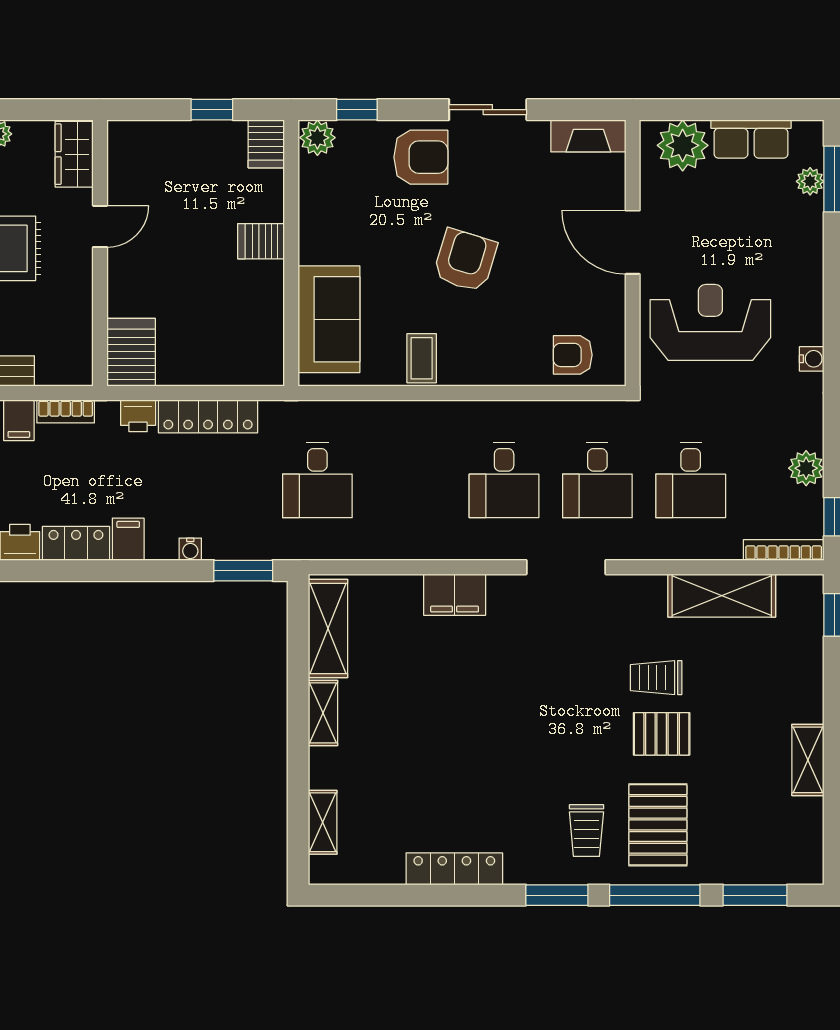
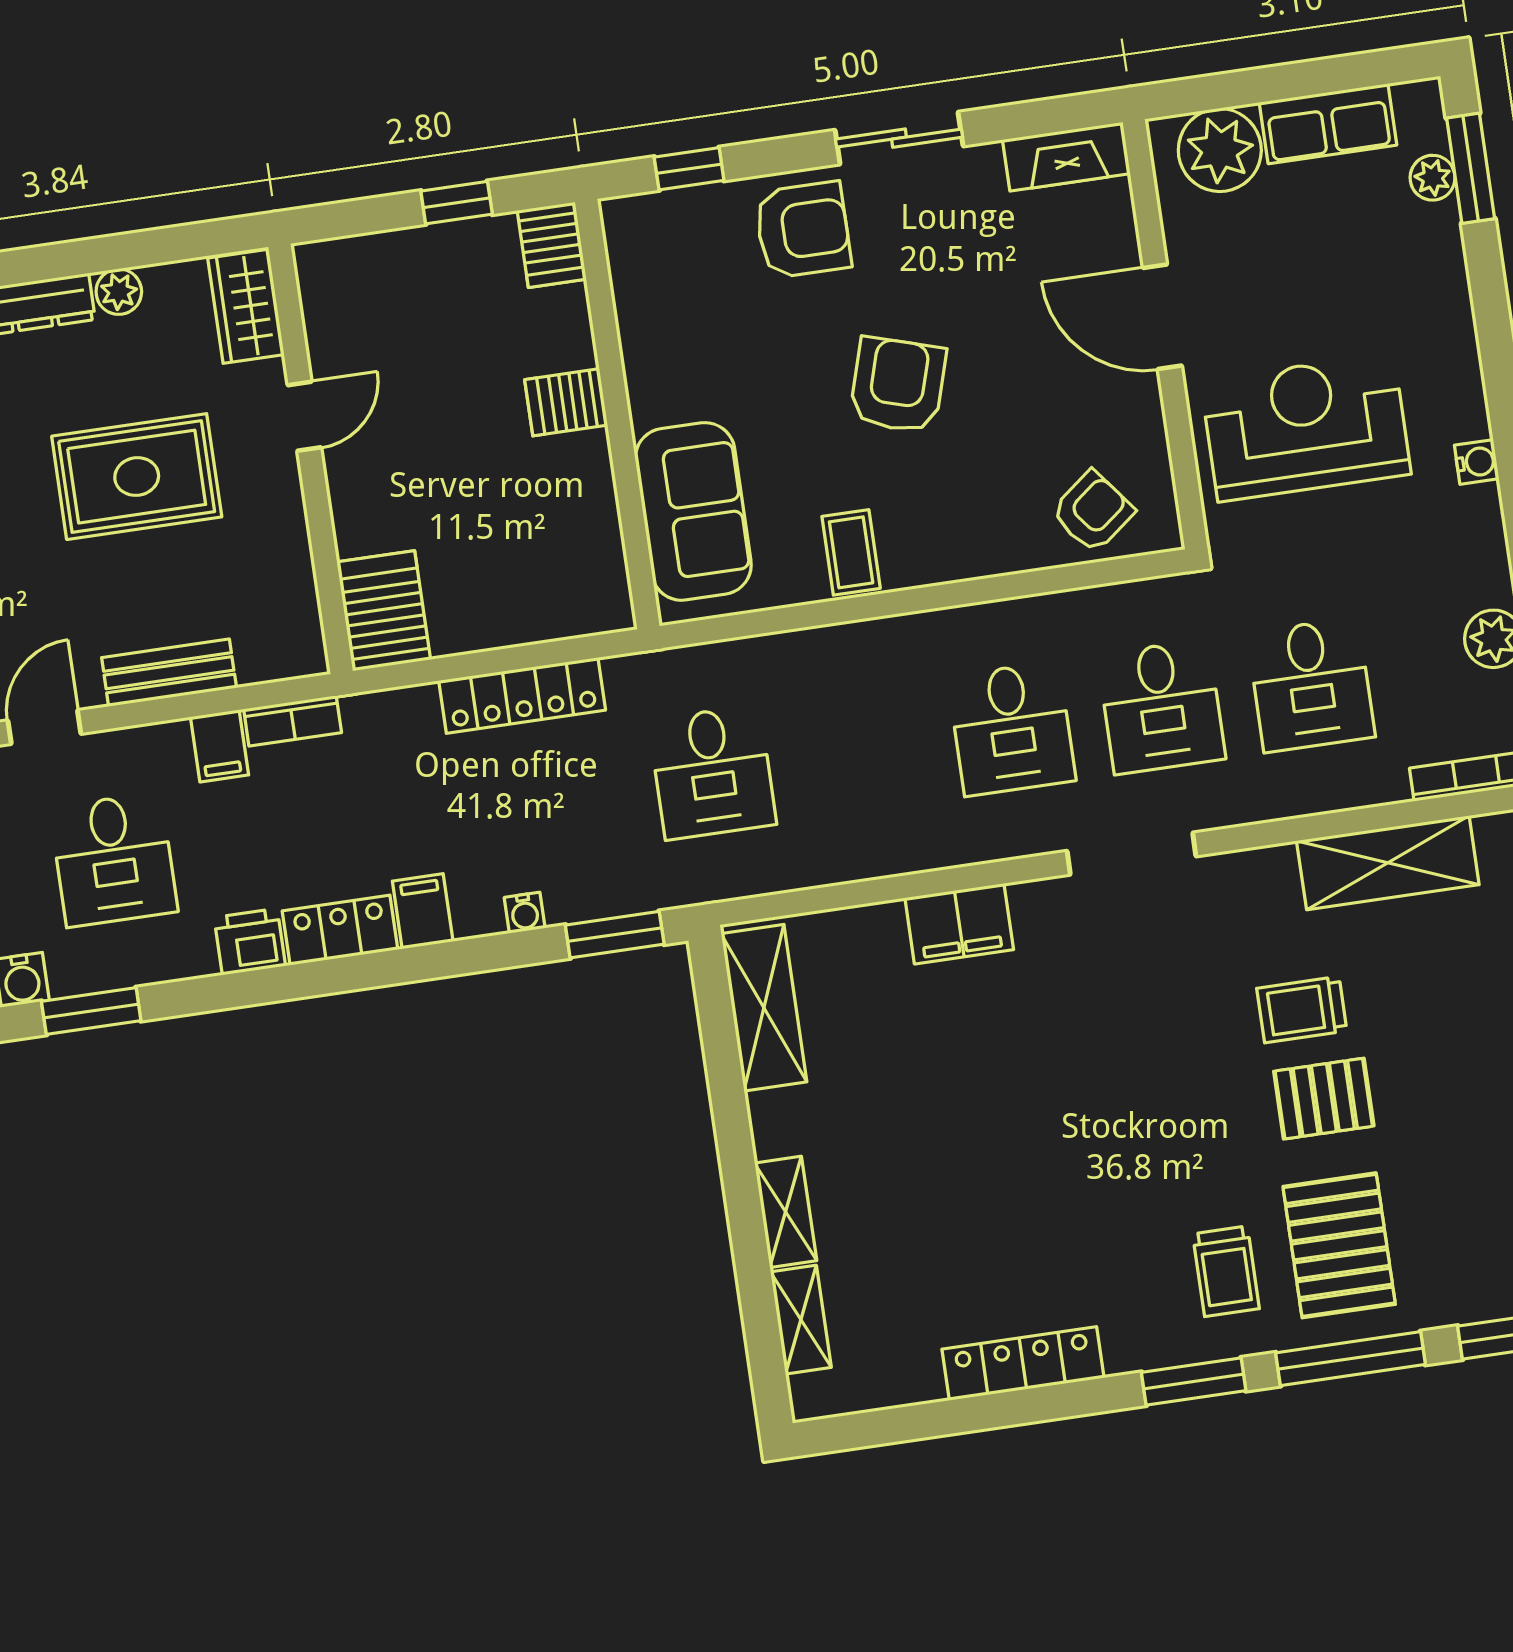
plant: (317, 138) -> (632, 223), removed
armchair: (573, 355) -> (1093, 512), turned 142
printer: (138, 416) -> (410, 711), removed
shelving: (323, 713) -> (786, 1212), moved

